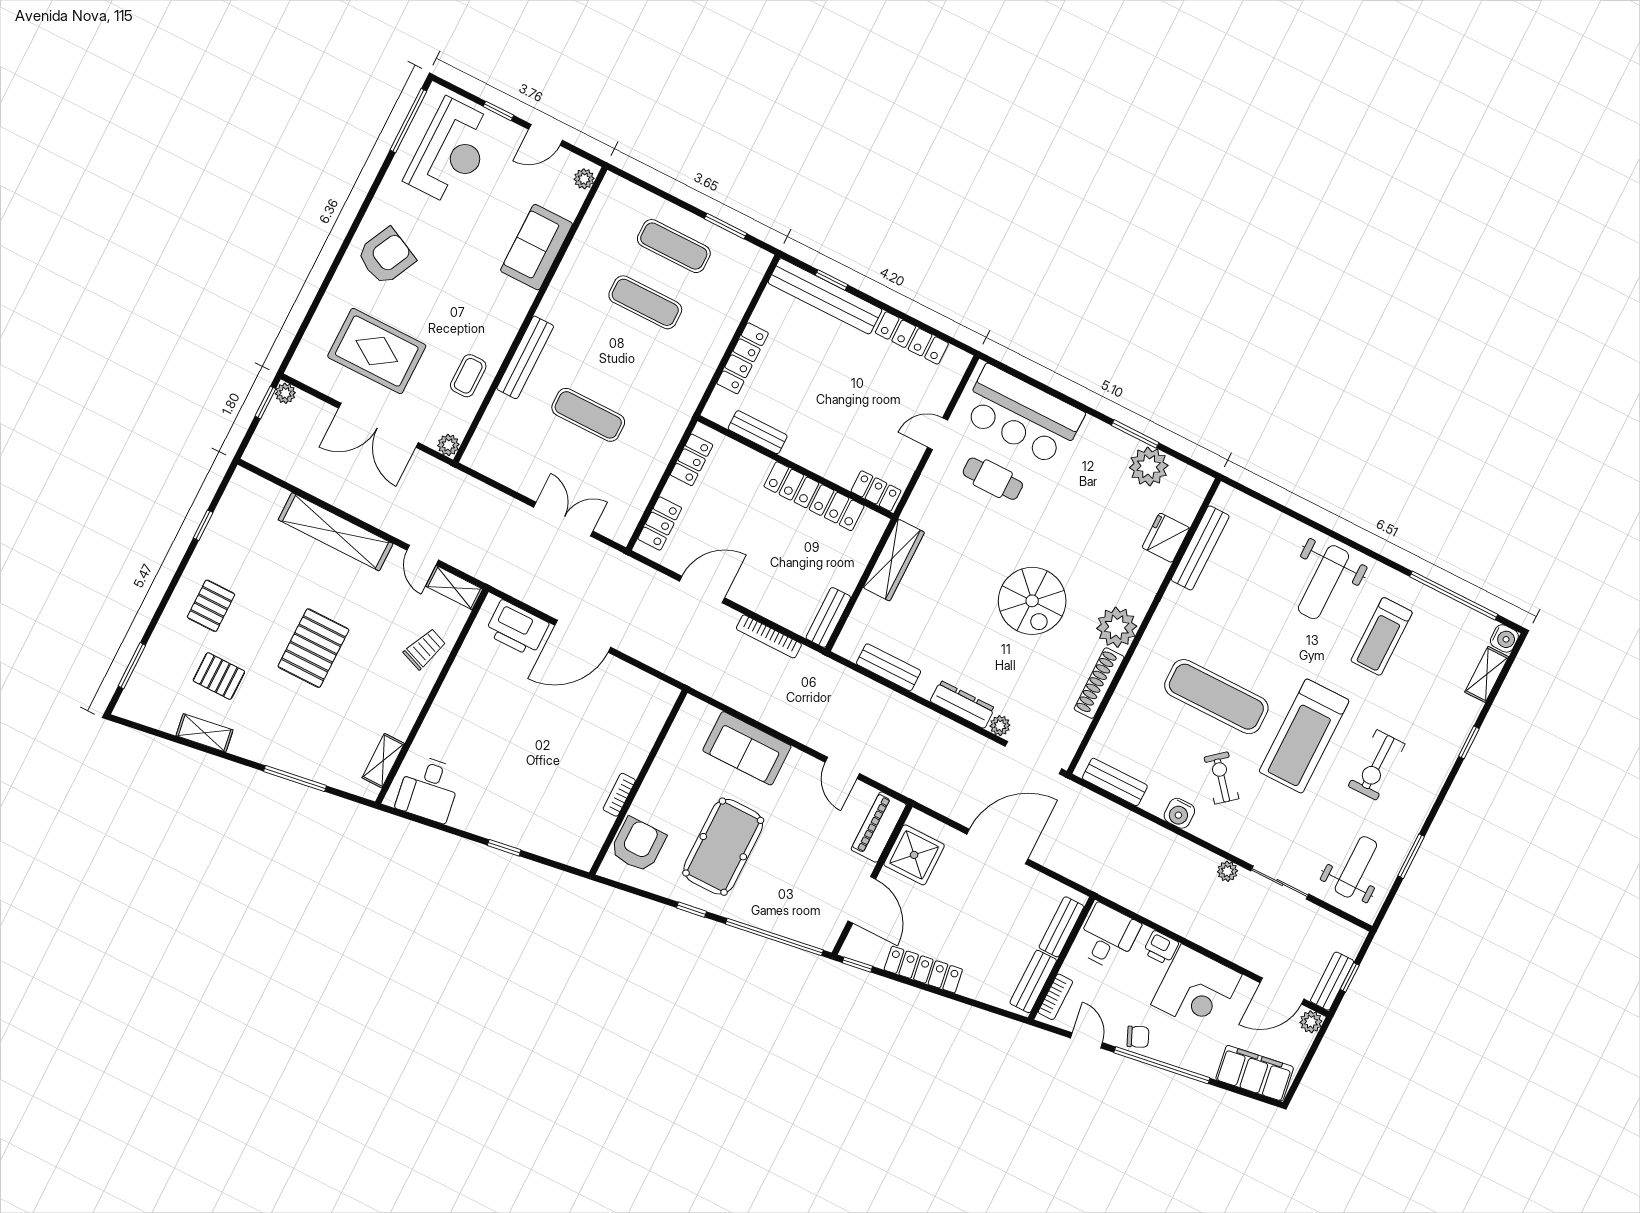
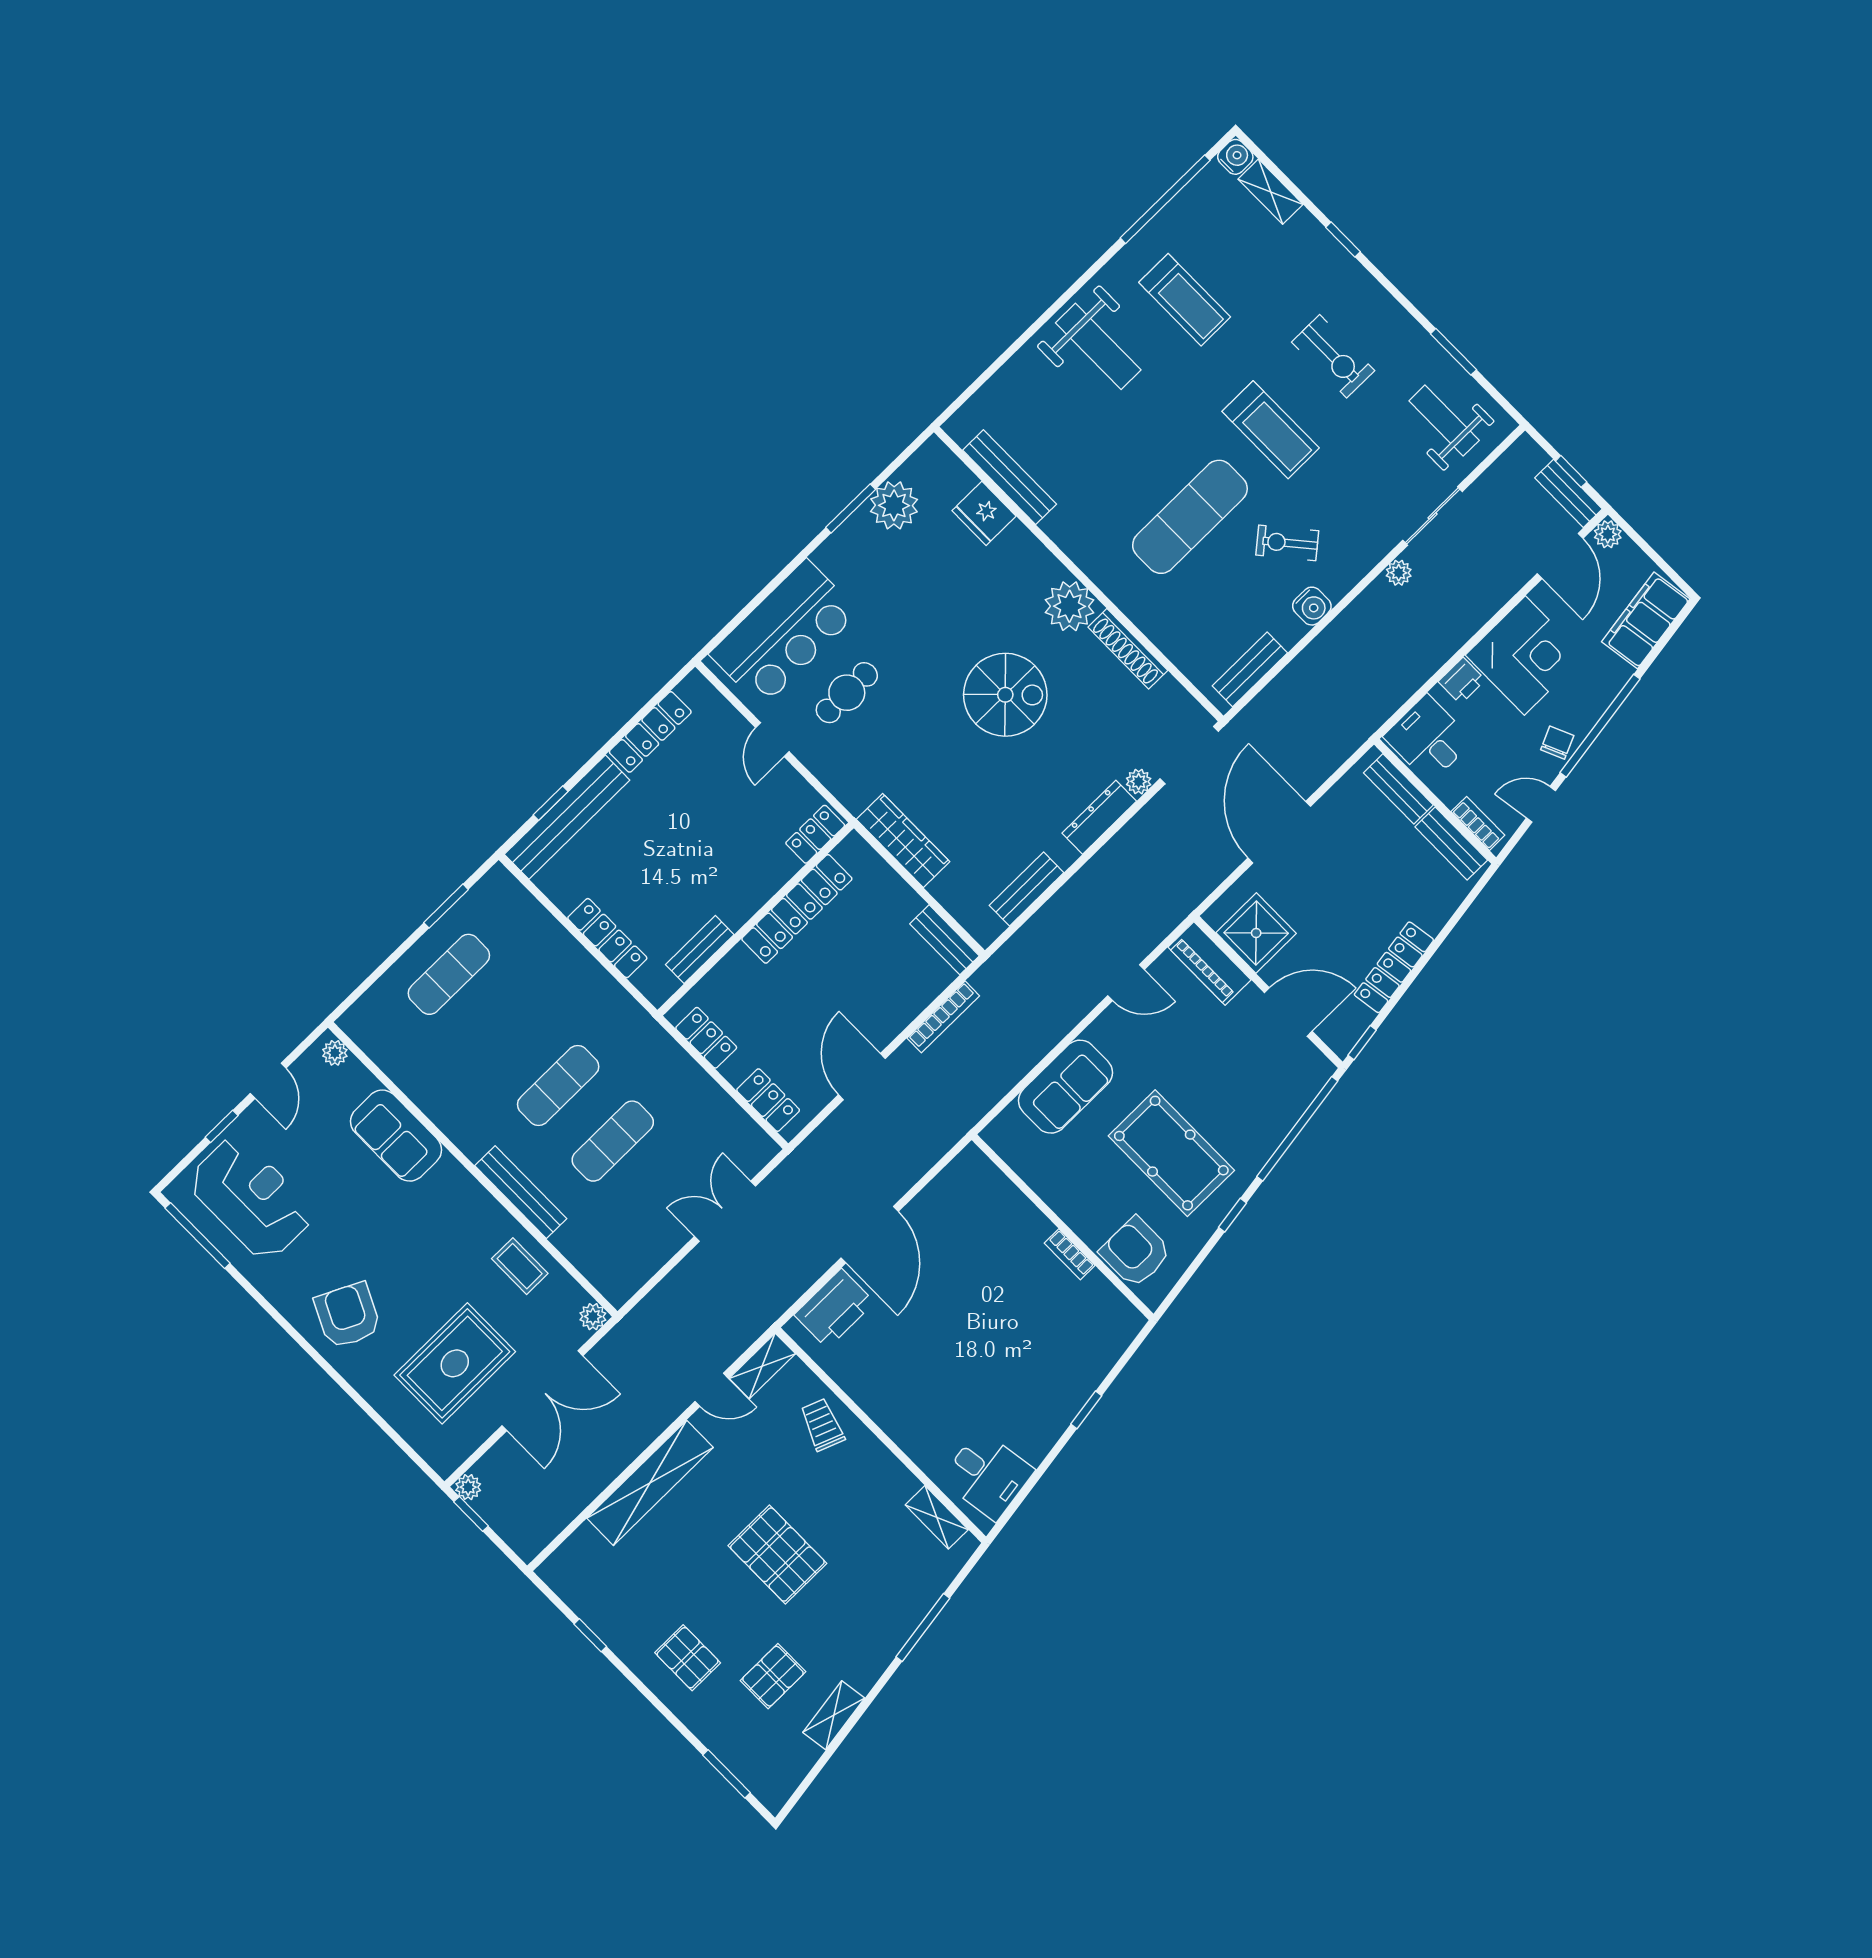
exercise mat: (645, 302) -> (558, 1085), moved
treadmill: (1304, 736) -> (1271, 430), width x0.73, depth x0.73

